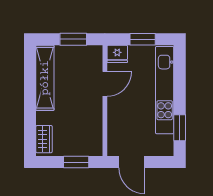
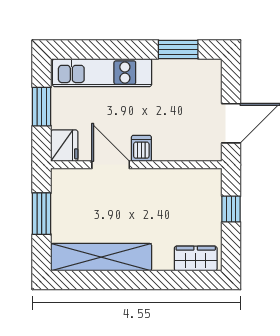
kitchen unit: (165, 90) -> (102, 73), width x0.73
dishwasher: (115, 104) -> (141, 148), added
window: (76, 162) -> (231, 209), width x0.67

